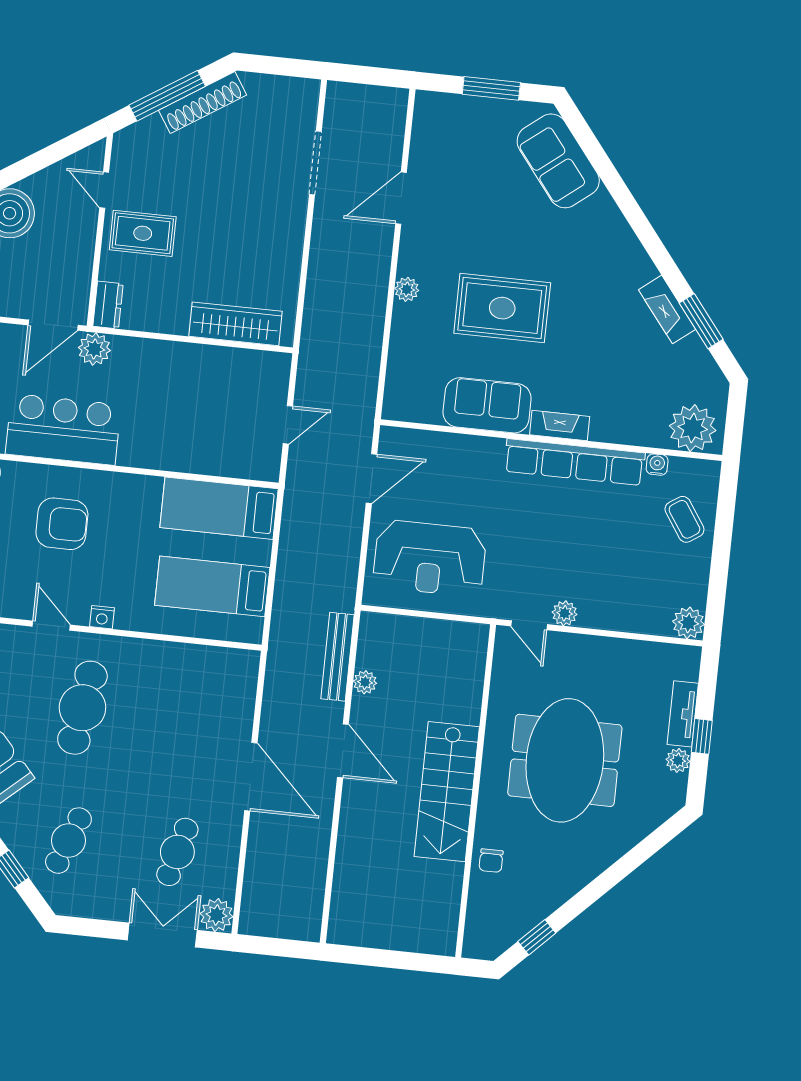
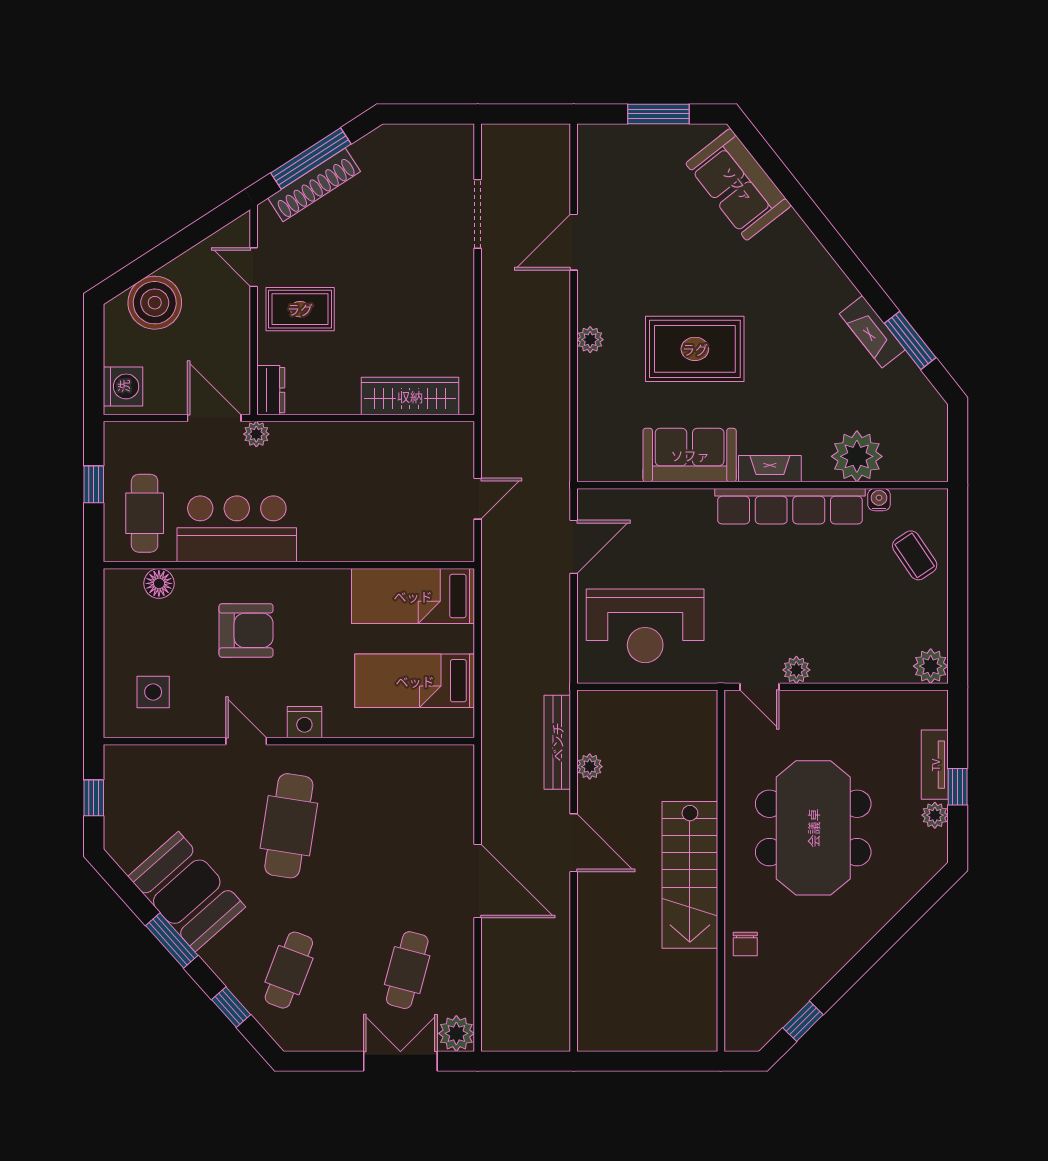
shoe rack: (203, 103) -> (314, 185), moved
door: (53, 325) -> (214, 418), swing flipped
plant: (94, 349) -> (256, 434), width x0.73, depth x0.73
plant: (693, 428) -> (857, 456), moved
nightstand: (102, 617) -> (304, 722), width x1.39, depth x1.35

